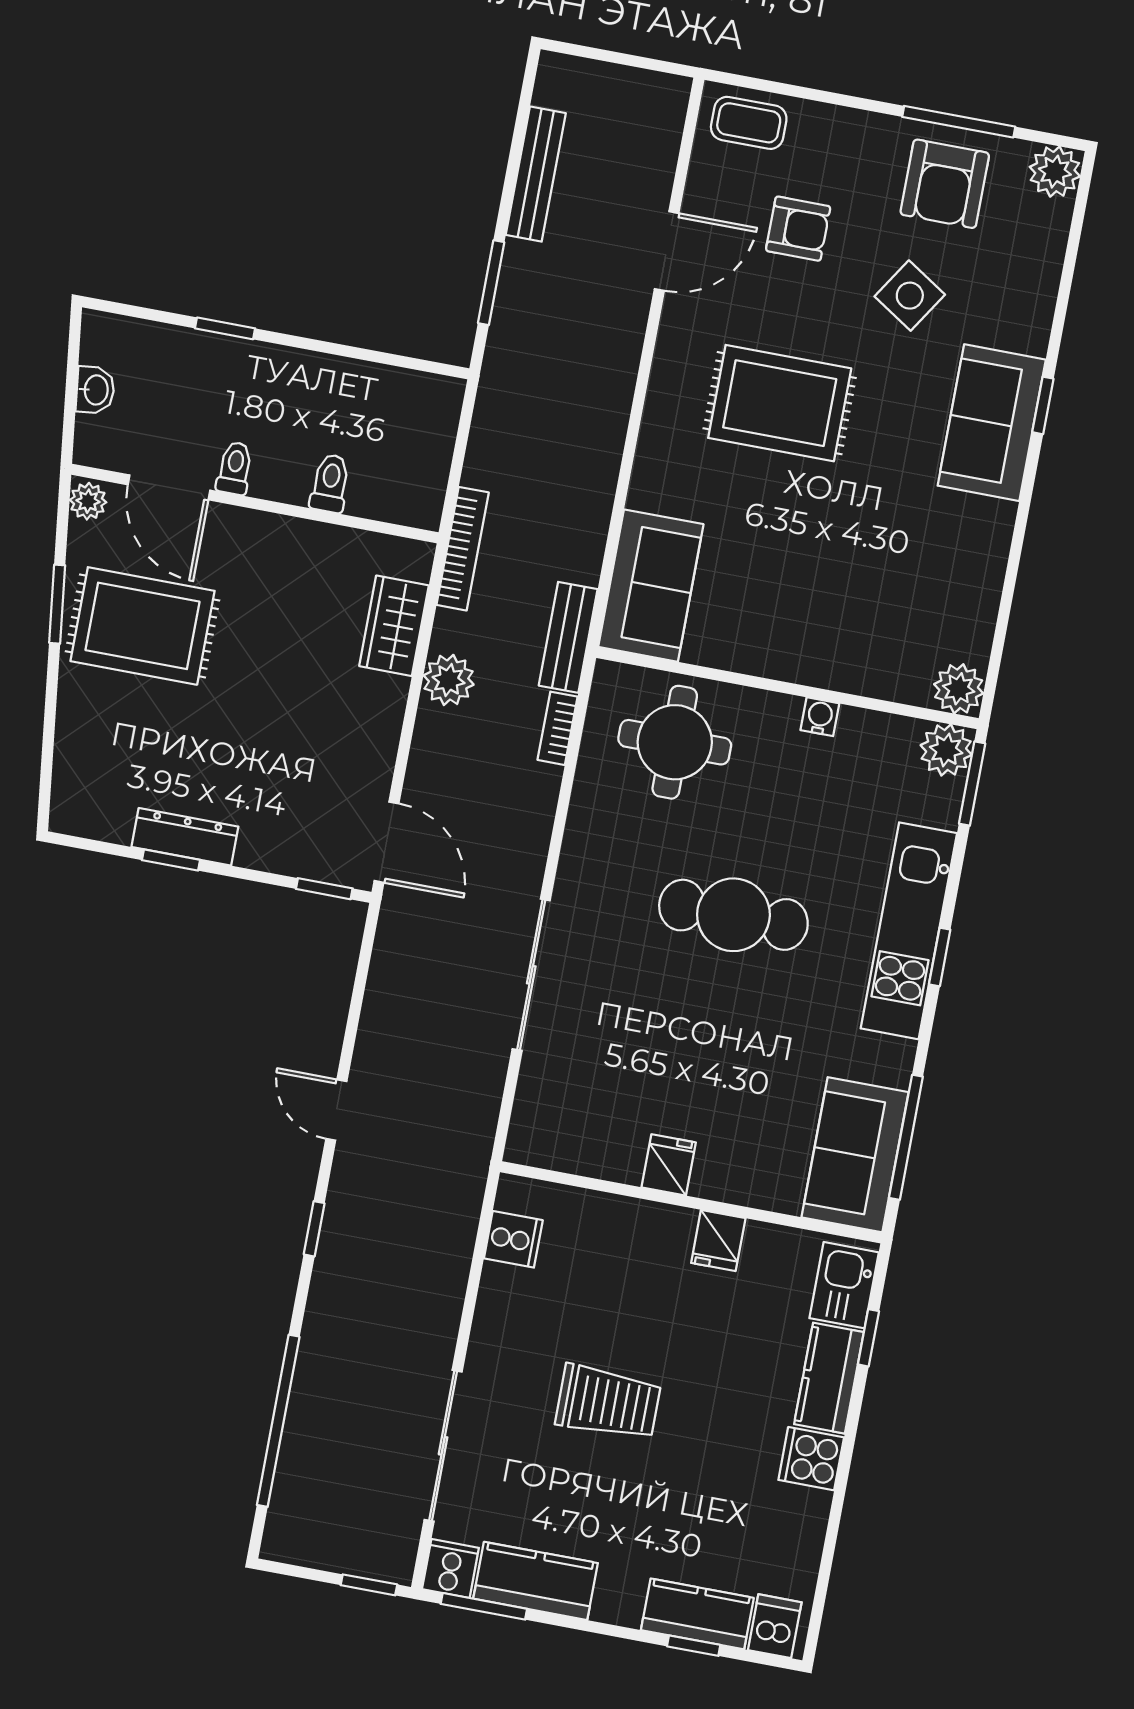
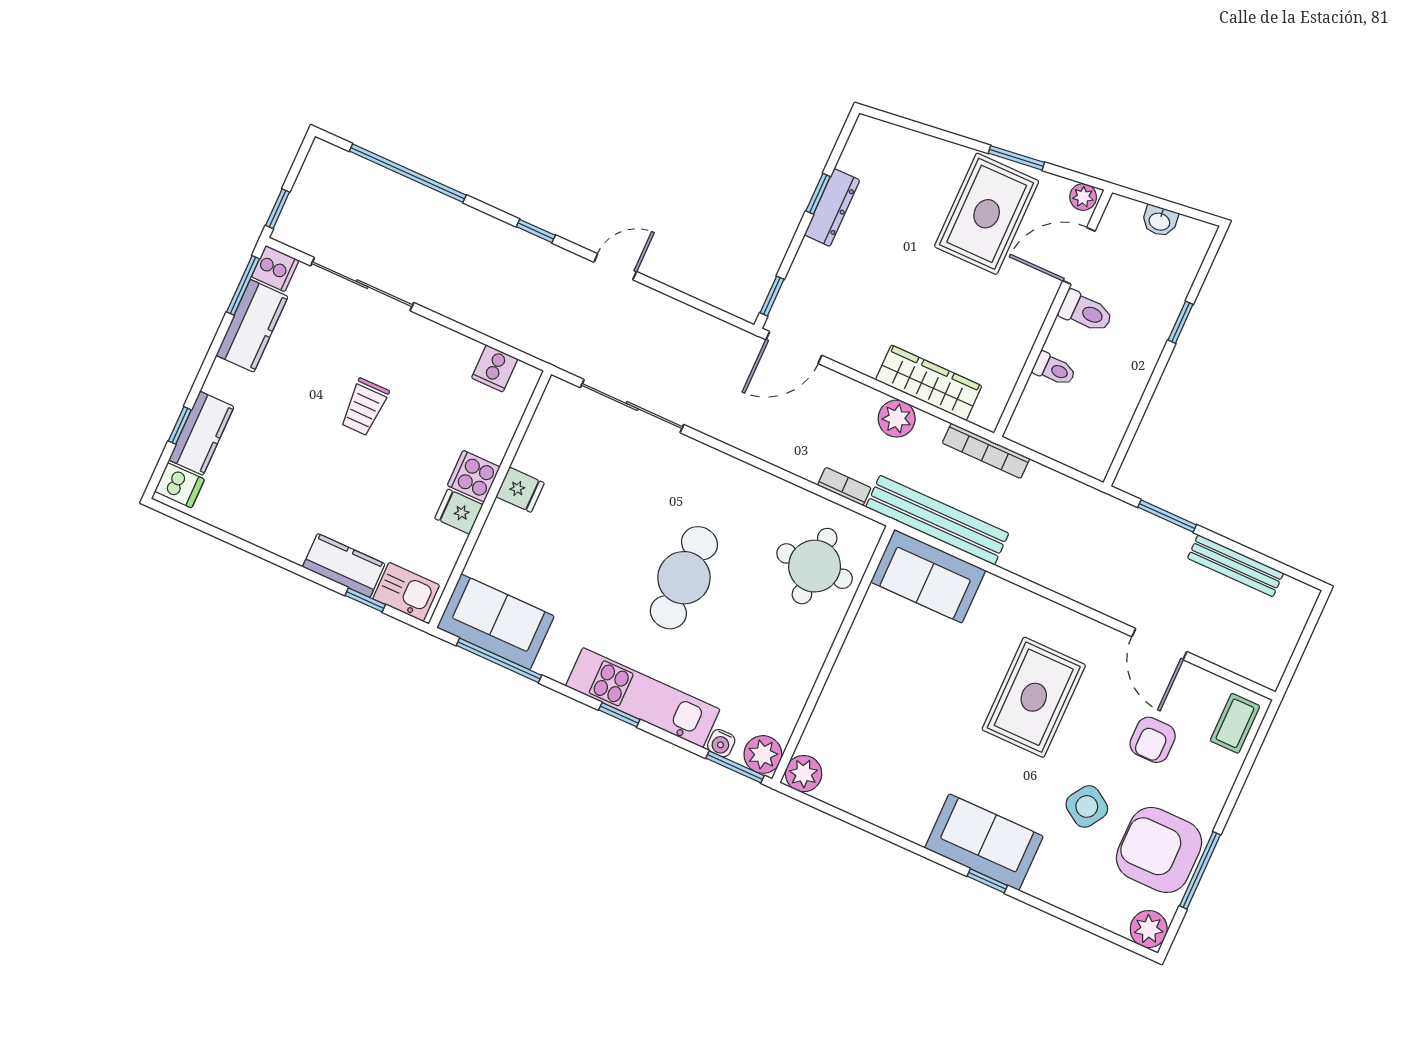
armchair: (945, 184) -> (1159, 850), width x1.36, depth x1.36
toilet: (235, 468) -> (1086, 312), width x1.37, depth x1.39
wardrobe: (394, 626) -> (929, 383), width x1.50
bench: (568, 637) -> (937, 520), width x1.86, depth x1.21
water cooler: (820, 717) -> (721, 743), moved, turned 90
sliding door: (531, 975) -> (632, 406), moved
trolley: (608, 1402) -> (364, 407), width x0.73, depth x0.72
cooker: (811, 1459) -> (474, 476), moved, turned -90

